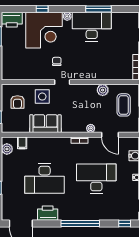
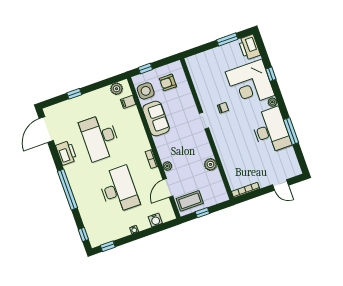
side table: (42, 97) -> (146, 91), moved
coffee table: (124, 105) -> (190, 201), moved

